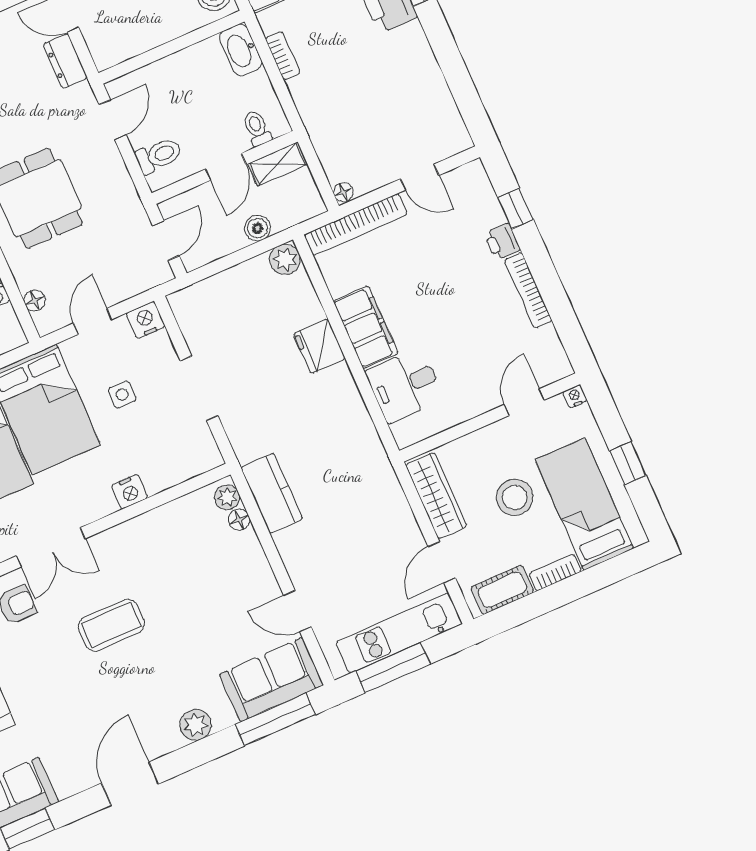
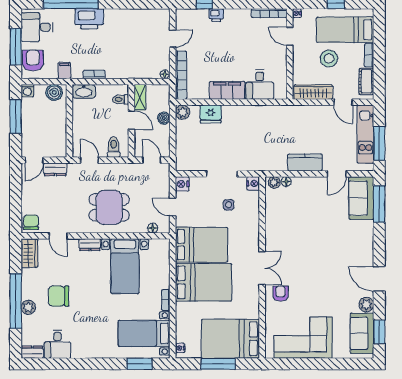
bookcase: (528, 290) -> (269, 13), moved
fridge: (319, 346) -> (211, 114), moved
side table: (122, 395) -> (229, 205), moved
nightstand: (130, 492) -> (253, 183), moved
kitchen counter: (272, 493) -> (305, 162), moved
coffee table: (111, 625) -> (307, 257), removed
plant: (196, 725) -> (366, 305), moved

